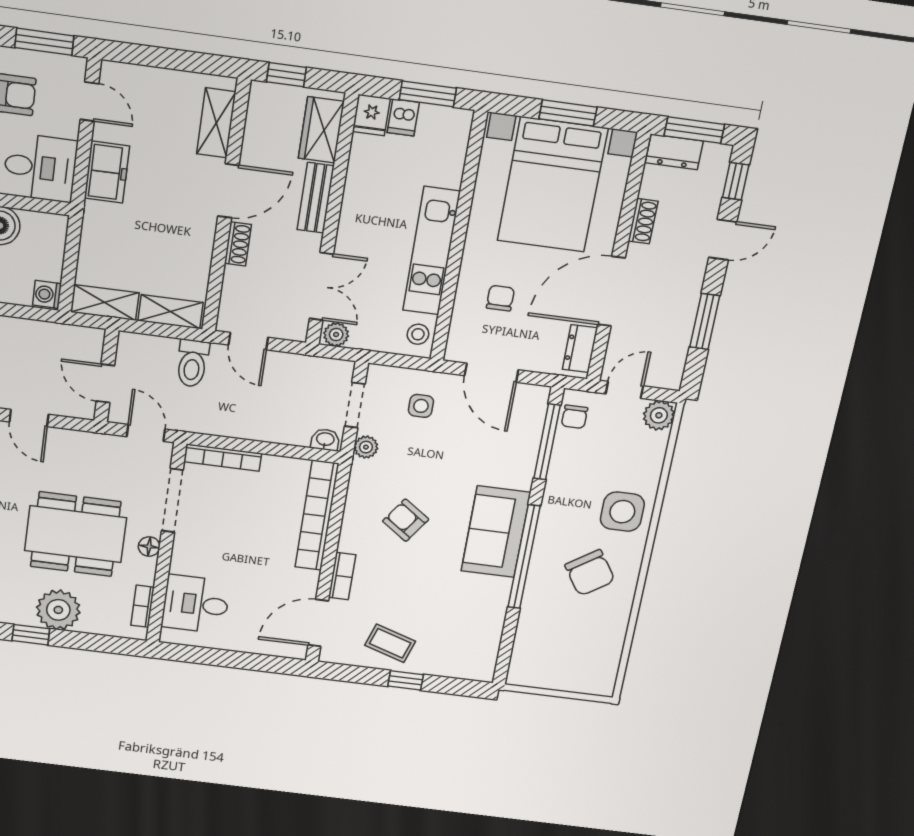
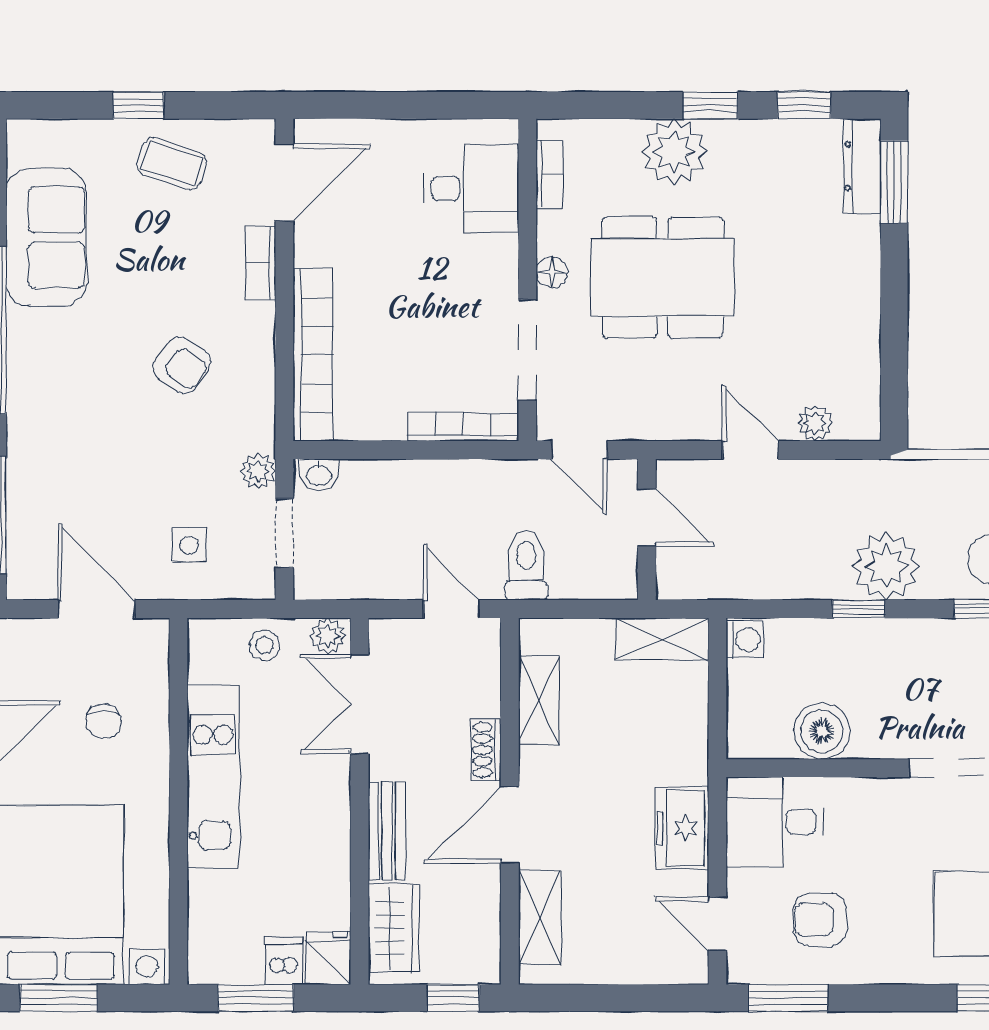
shelving: (171, 312) -> (539, 700), moved, turned 90
stool: (418, 334) -> (264, 645), moved
sofa: (496, 532) -> (46, 237), moved

